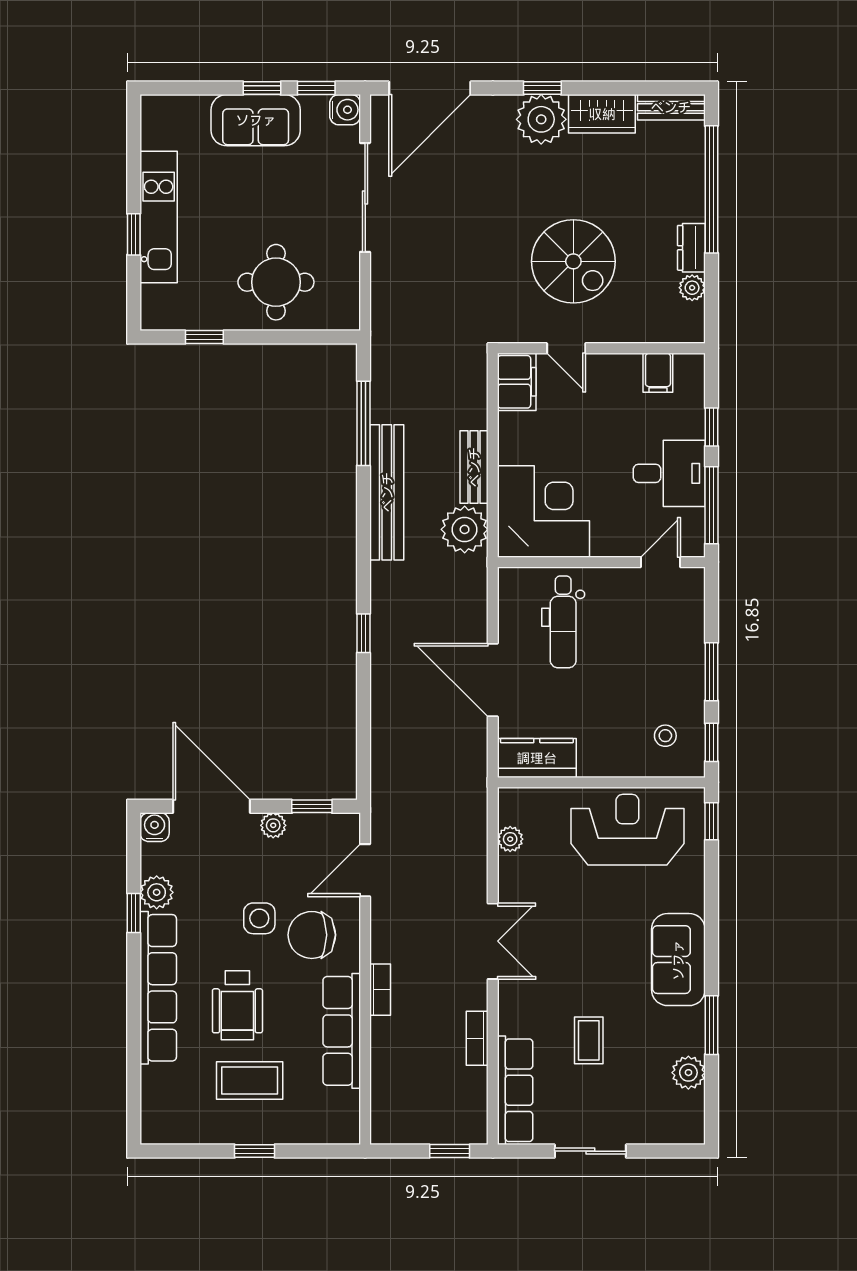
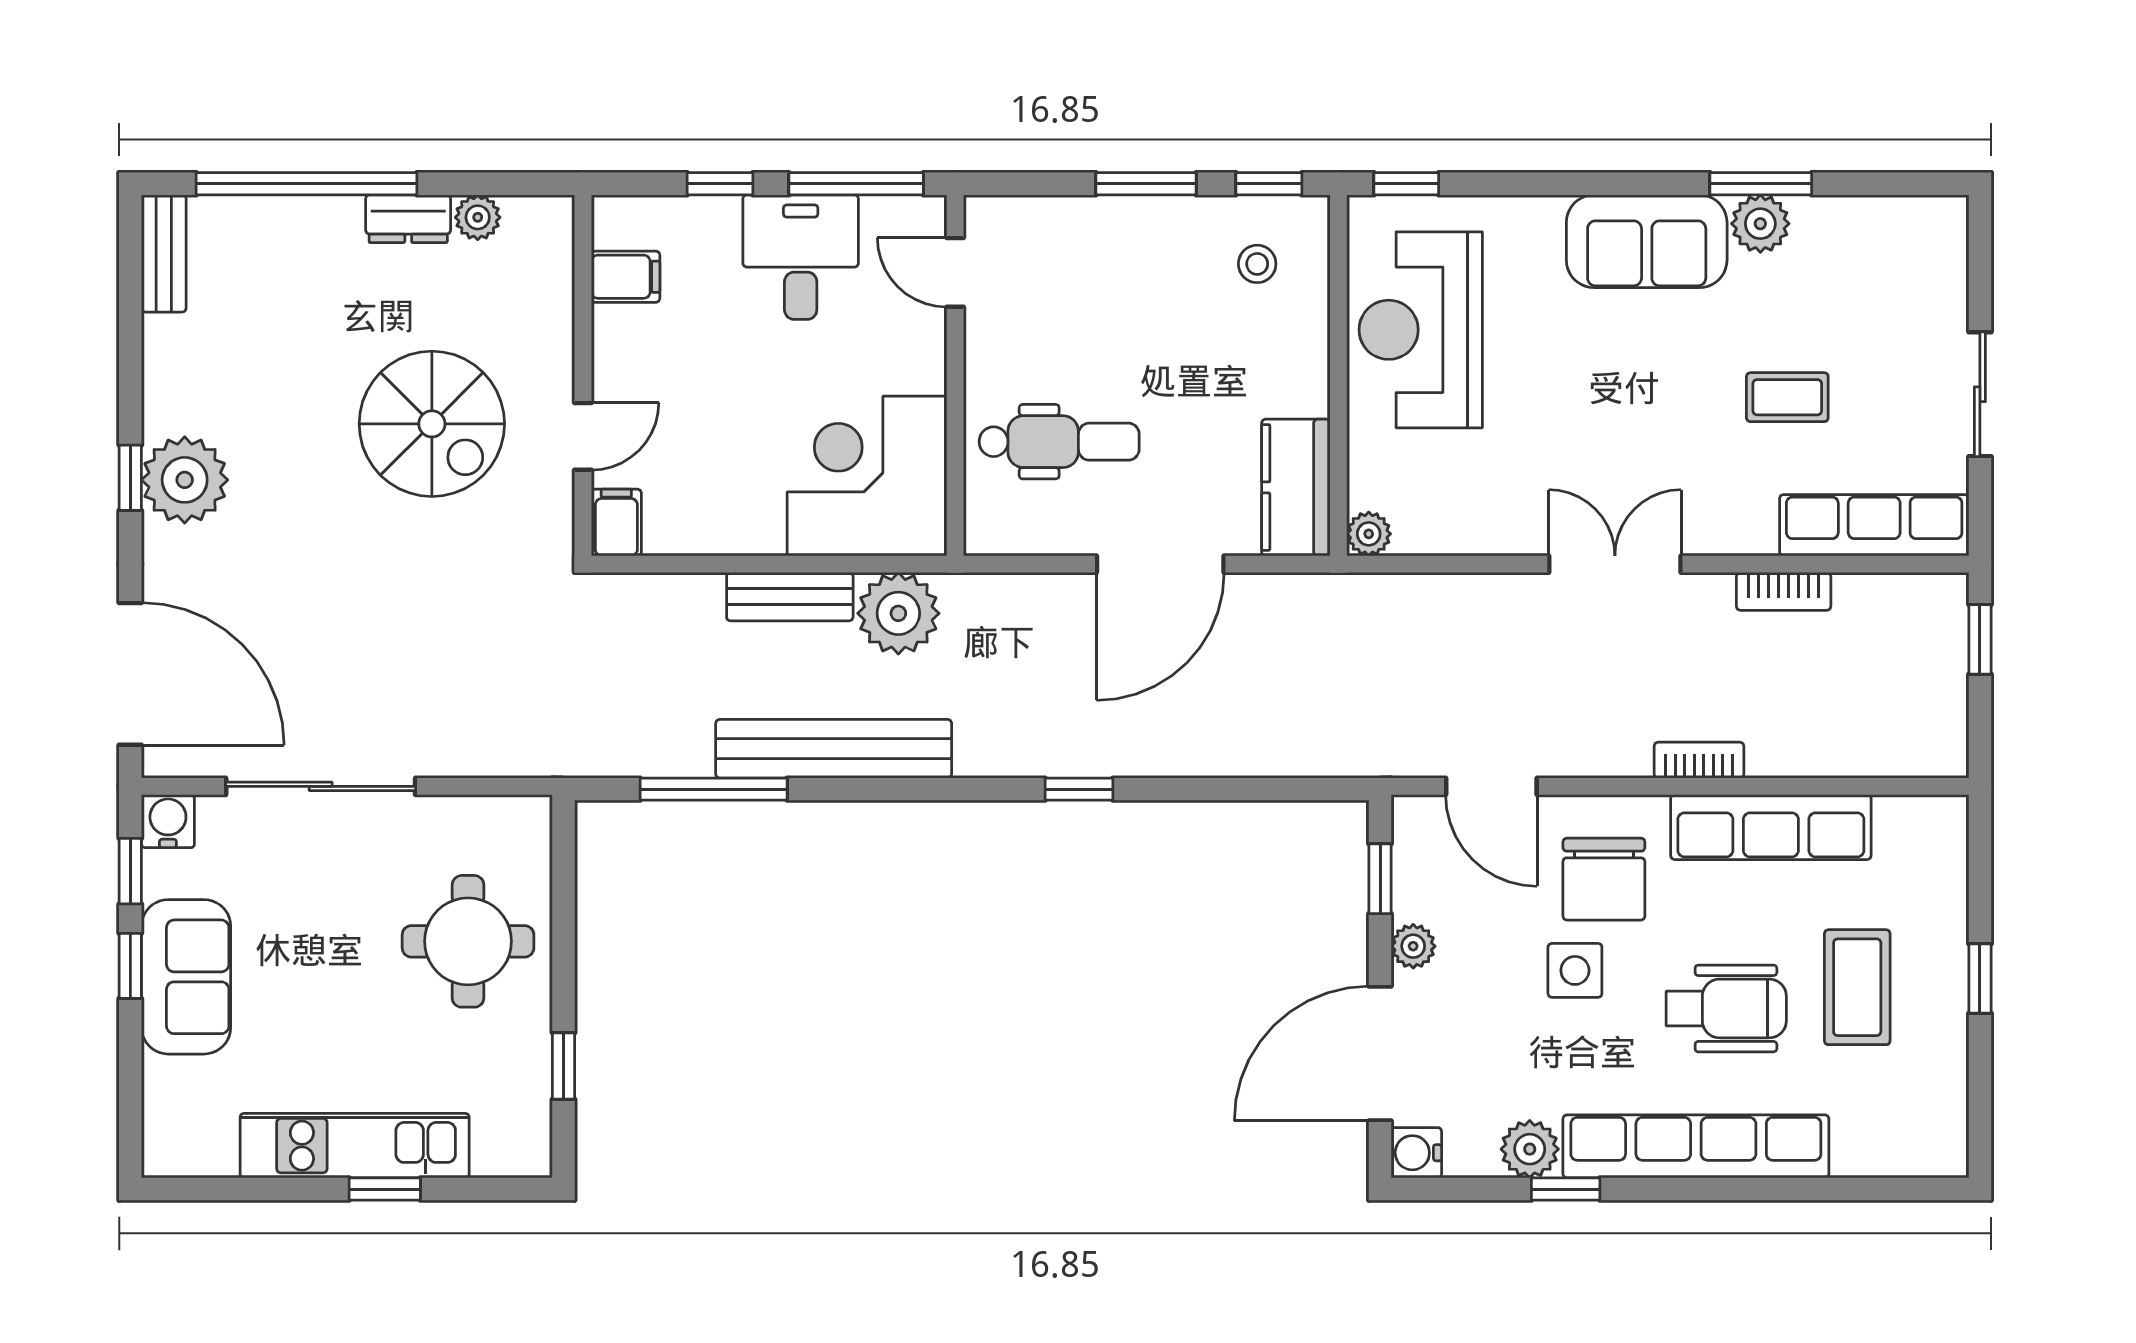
wardrobe: (602, 114) -> (175, 374), removed
spiral stairs: (573, 261) -> (432, 424), turned 90
filing cabinet: (517, 382) -> (616, 522), width x0.50
plant: (510, 839) -> (1369, 534), moved
plant: (688, 1073) -> (1760, 224), moved

